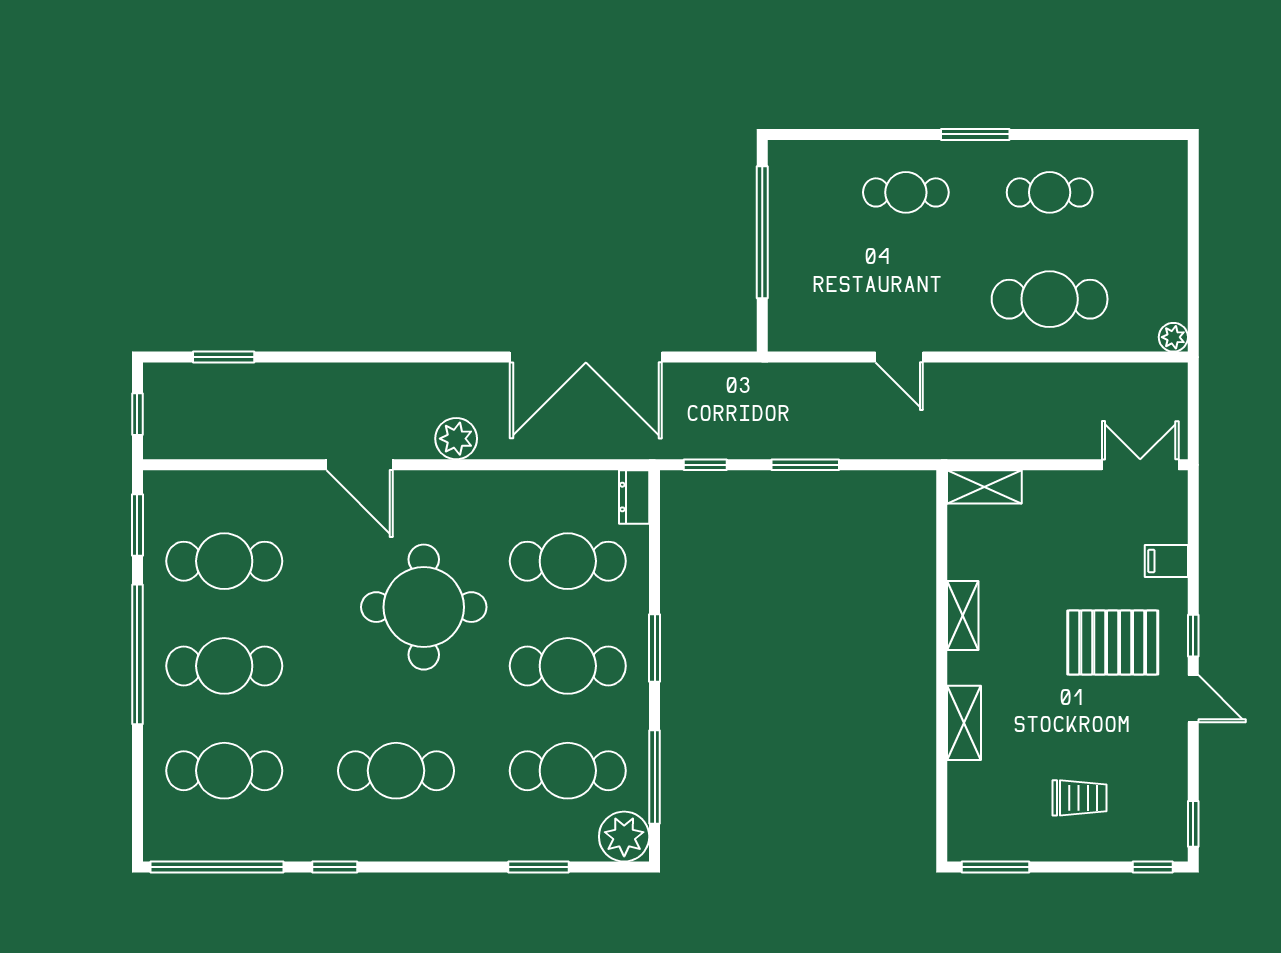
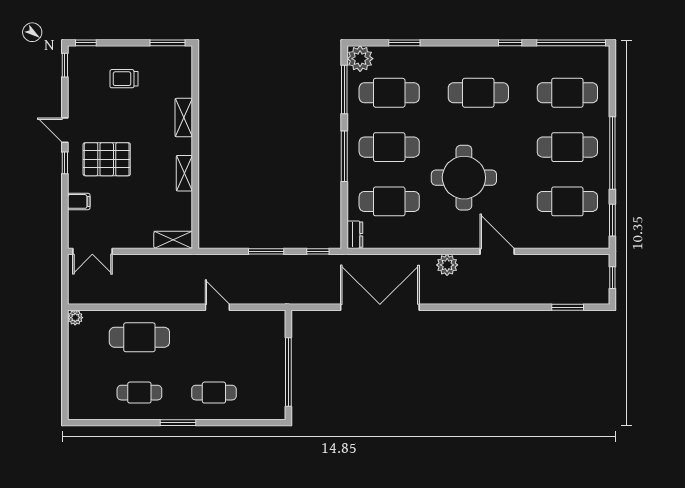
window: (655, 648) -> (344, 156), width x1.44

